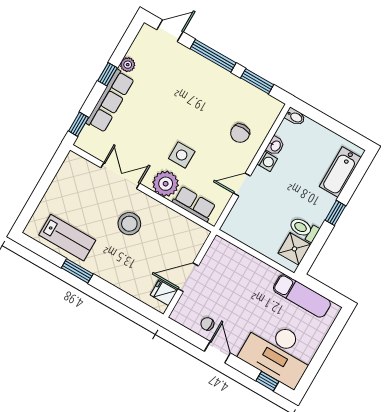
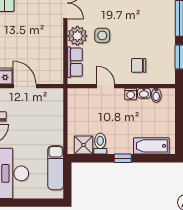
bidet: (295, 117) -> (156, 95), moved
stool: (129, 224) -> (37, 27), removed

